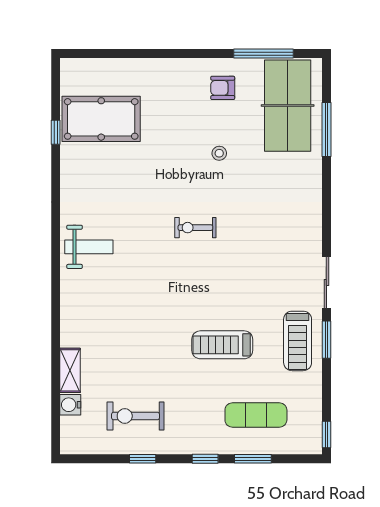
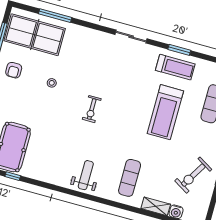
sliding door: (326, 282) -> (131, 37), moved
exercise mat: (104, 317) -> (130, 178), added
treadmill: (222, 345) -> (165, 112), width x1.37, depth x1.38
exercise bike: (136, 416) -> (193, 175), turned 31

